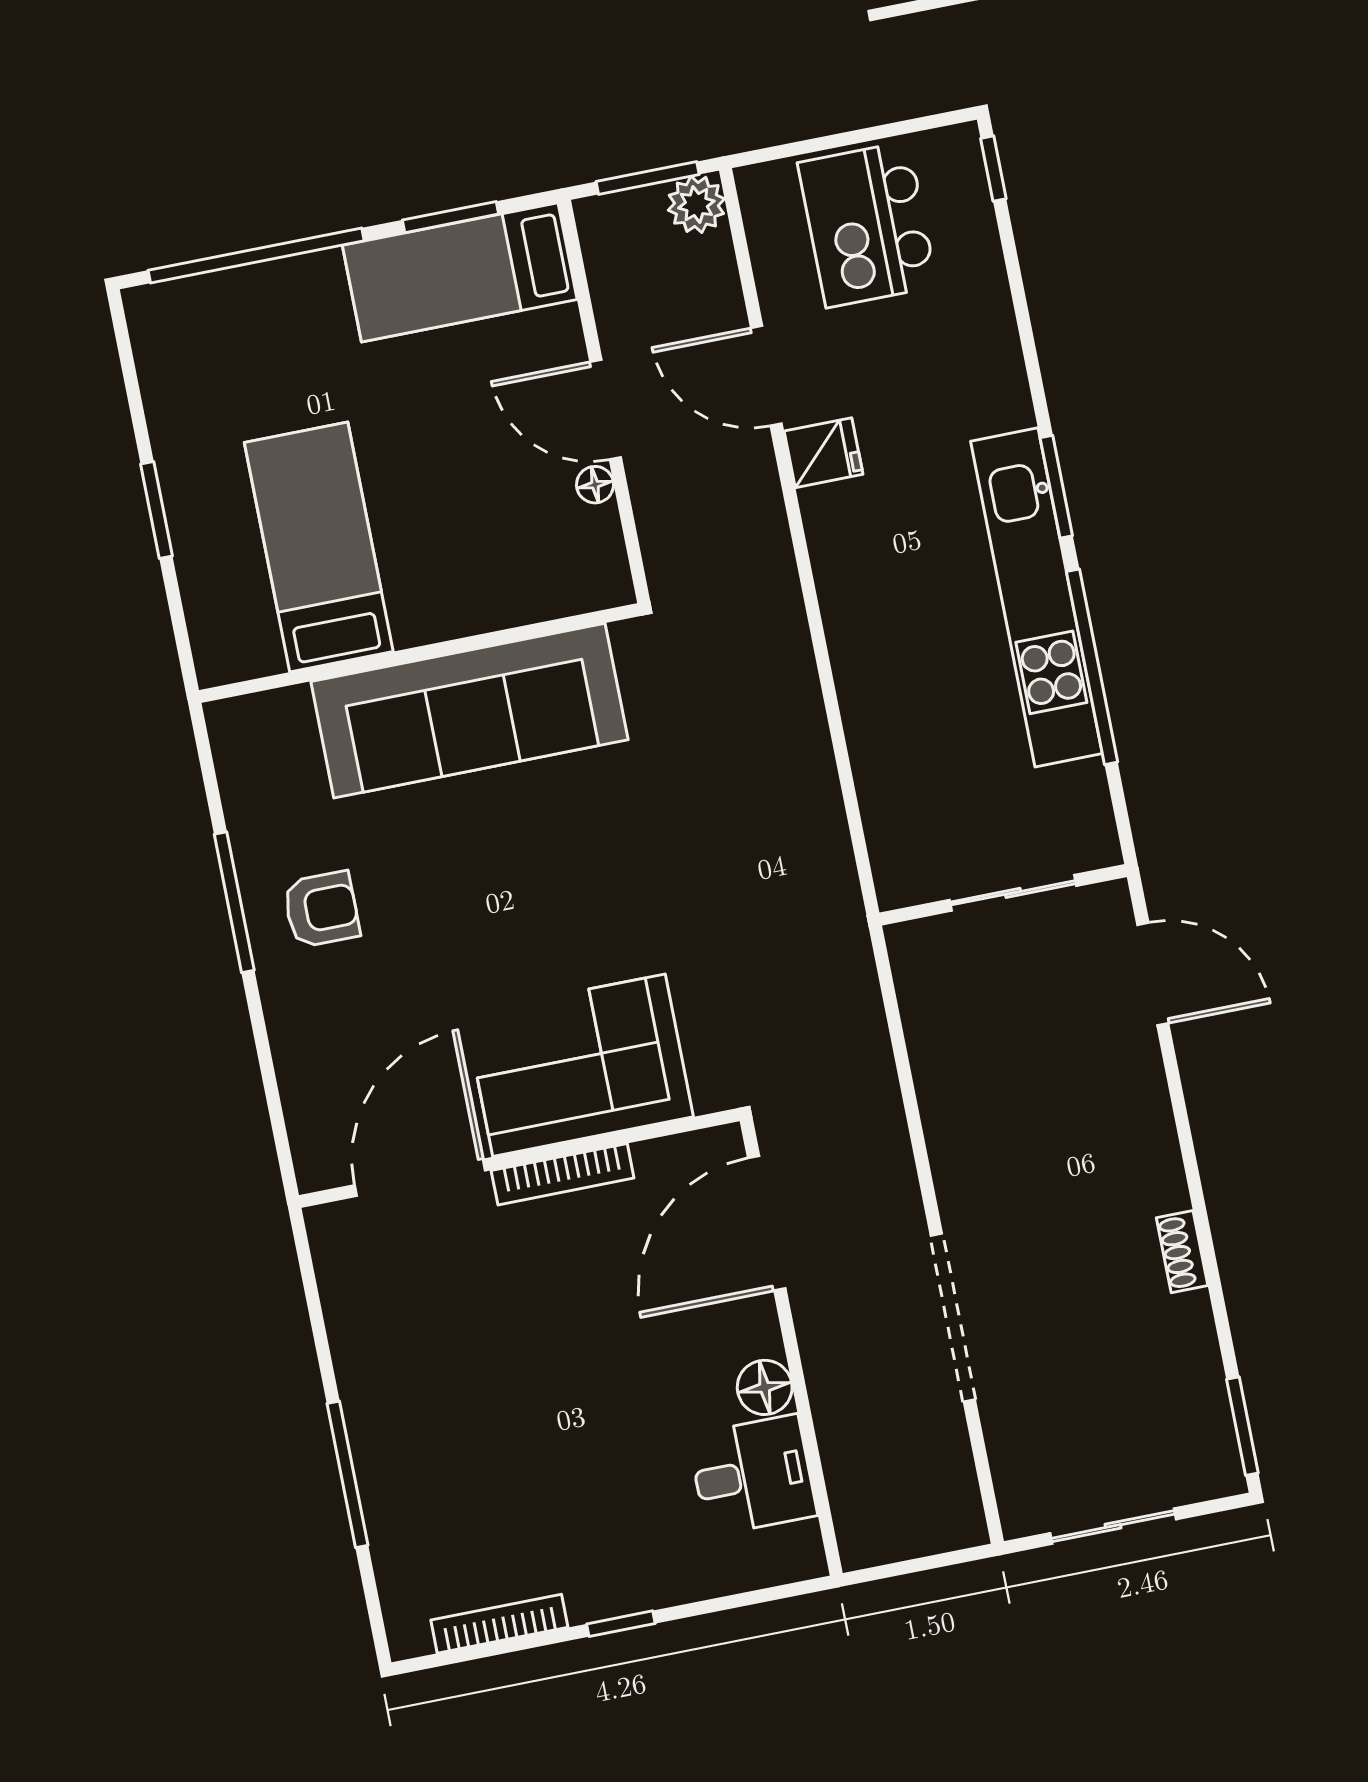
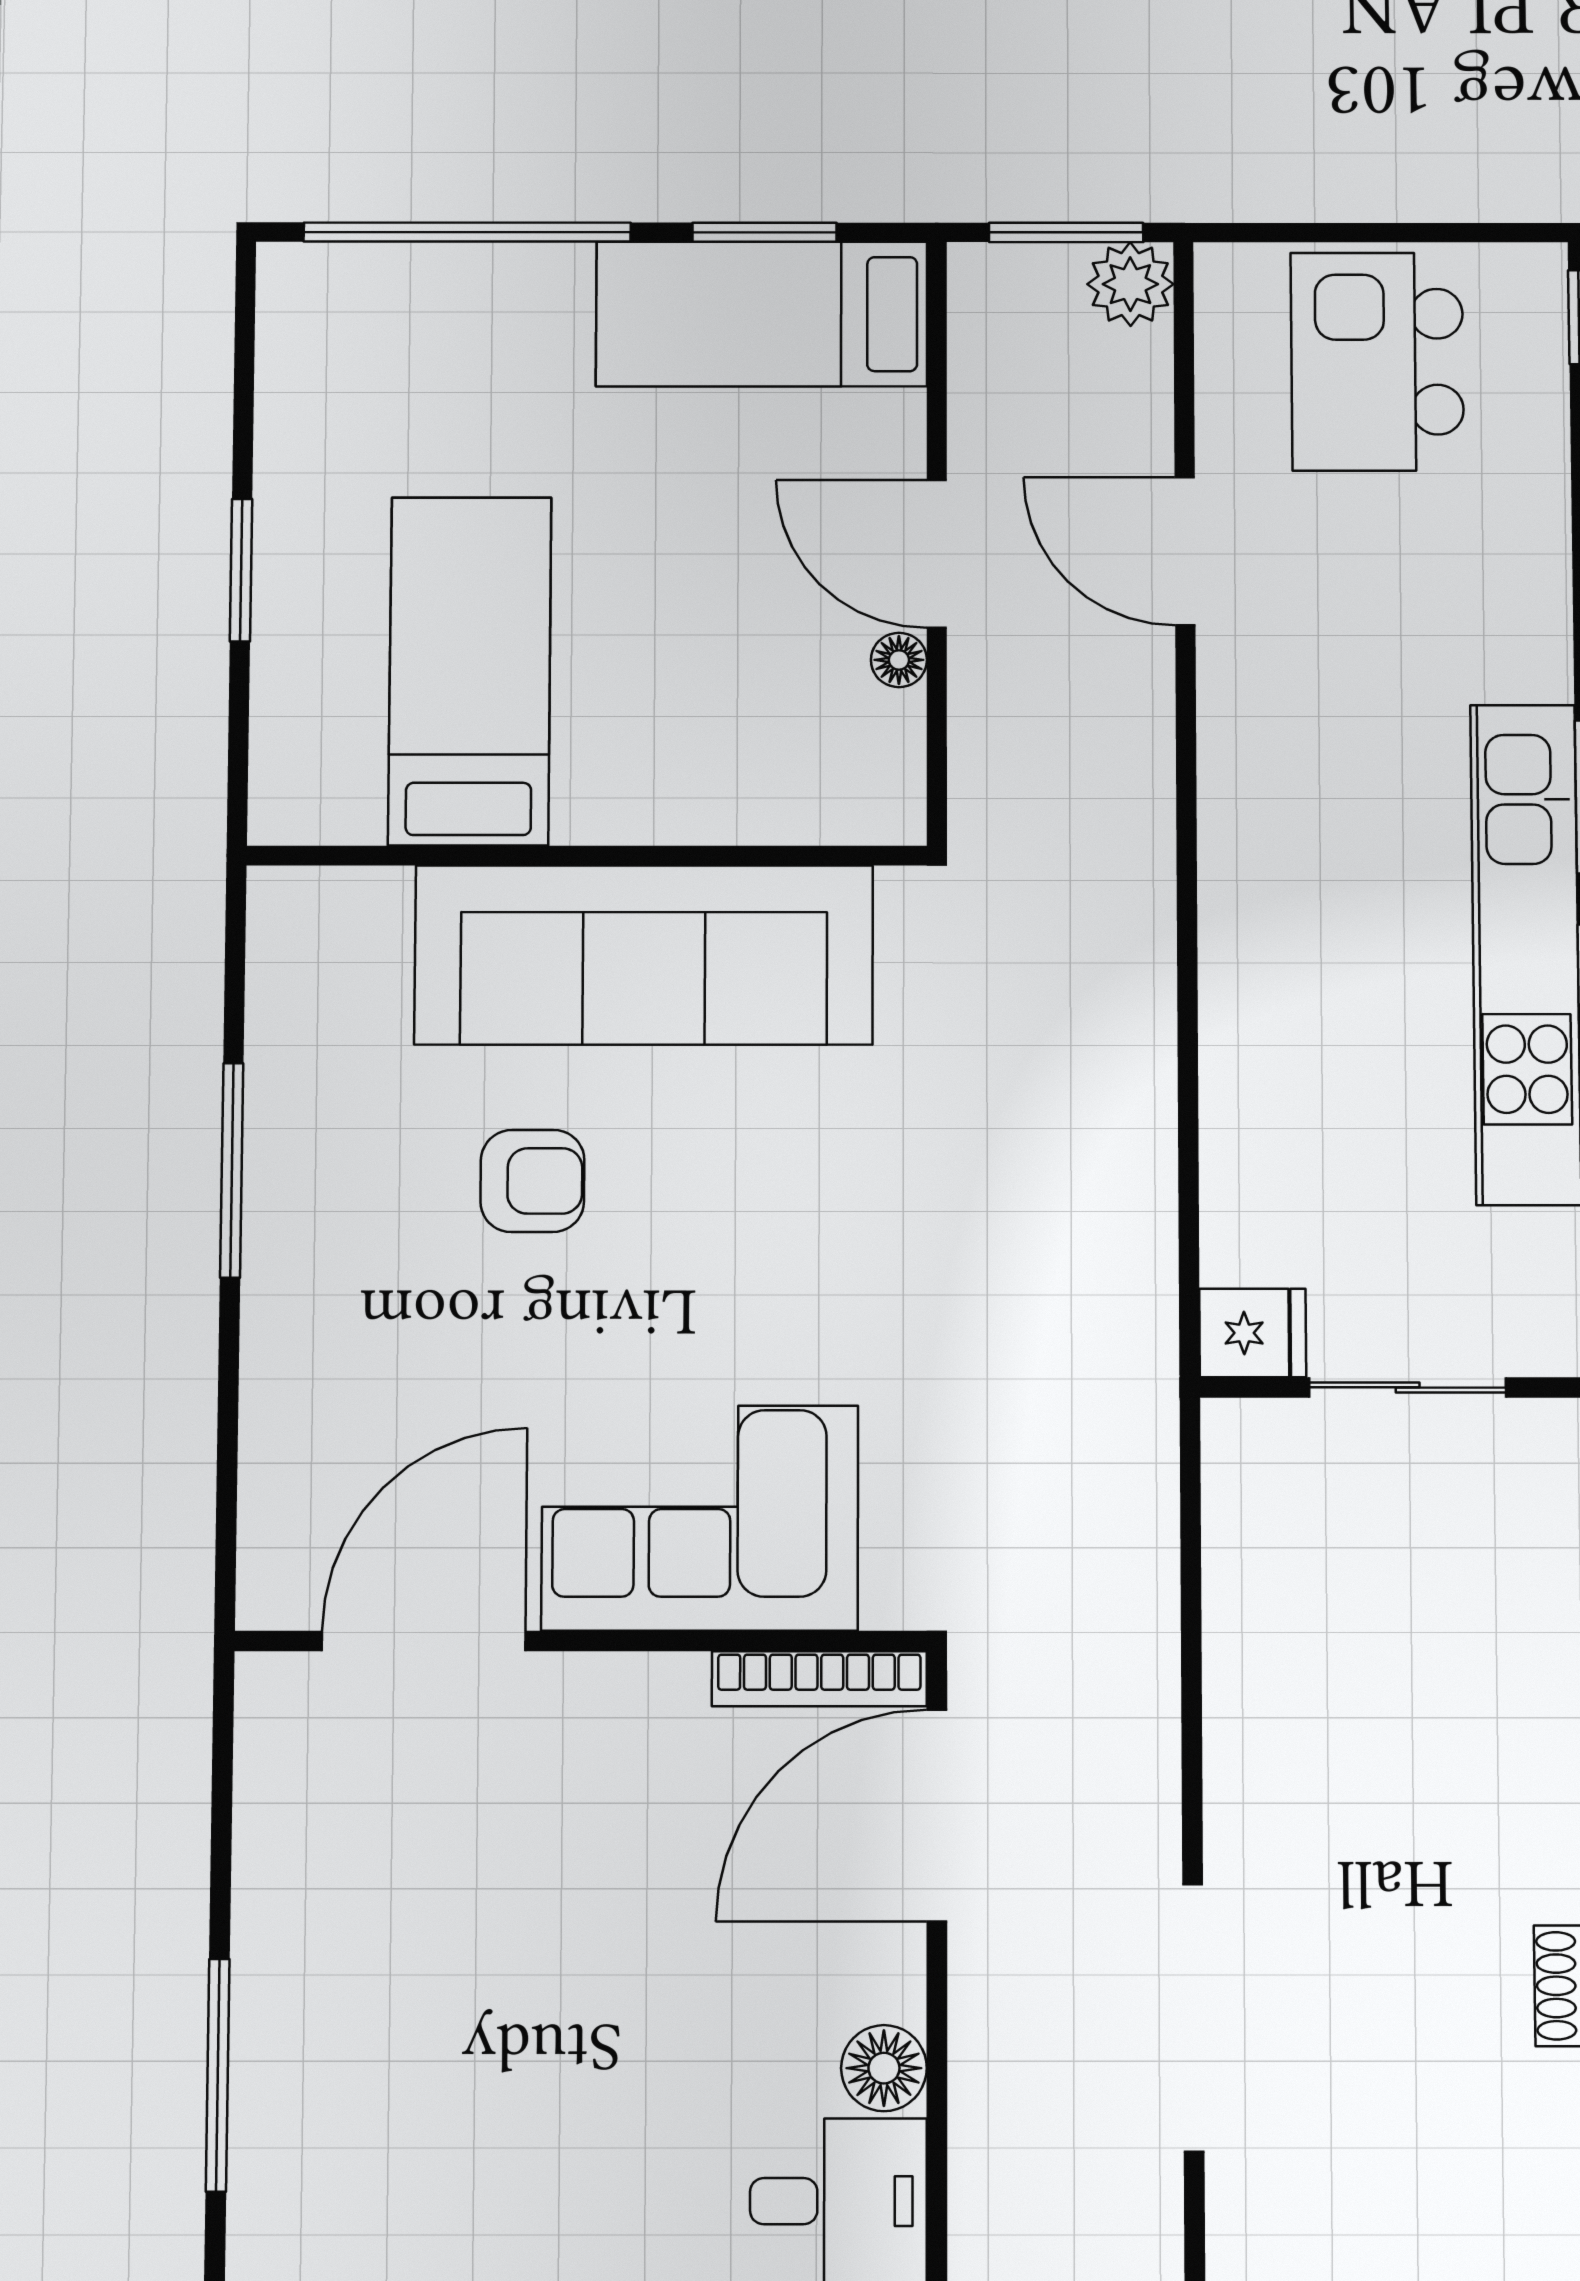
fridge: (824, 453) -> (1253, 1333), moved
armchair: (321, 909) -> (532, 1181), moved
bookcase: (563, 1174) -> (819, 1679), moved

